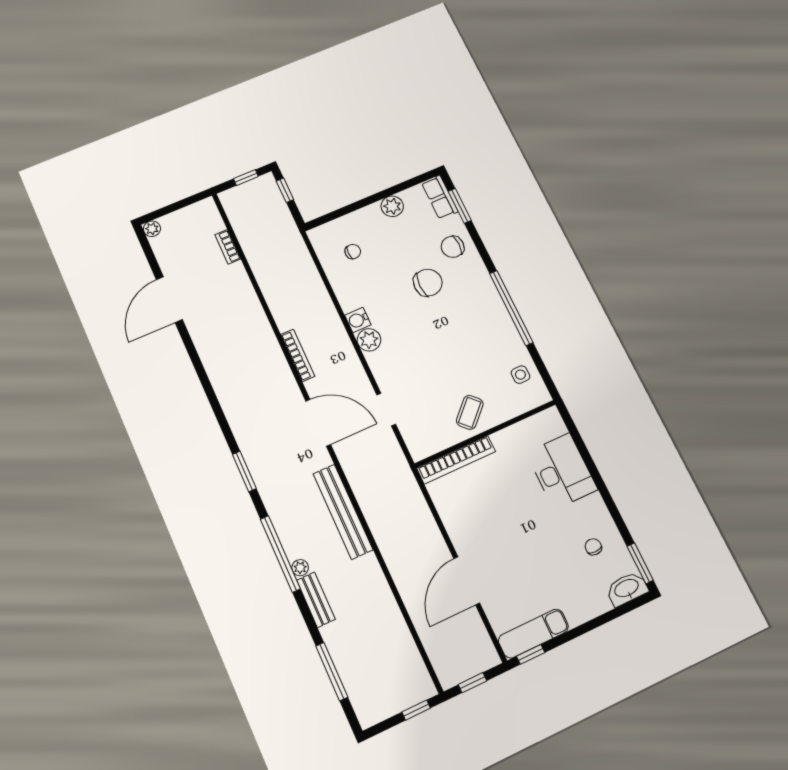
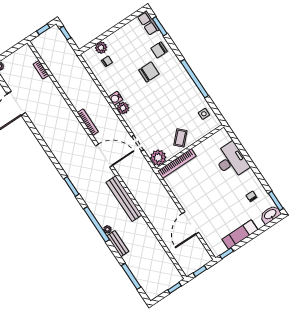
plant: (392, 206) -> (101, 48), moved
plant: (422, 443) -> (158, 158), added
exam couch: (533, 634) -> (240, 235), moved

